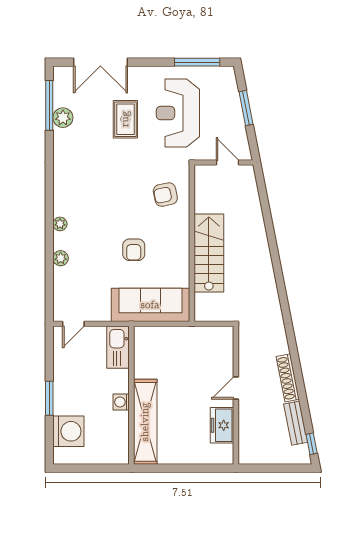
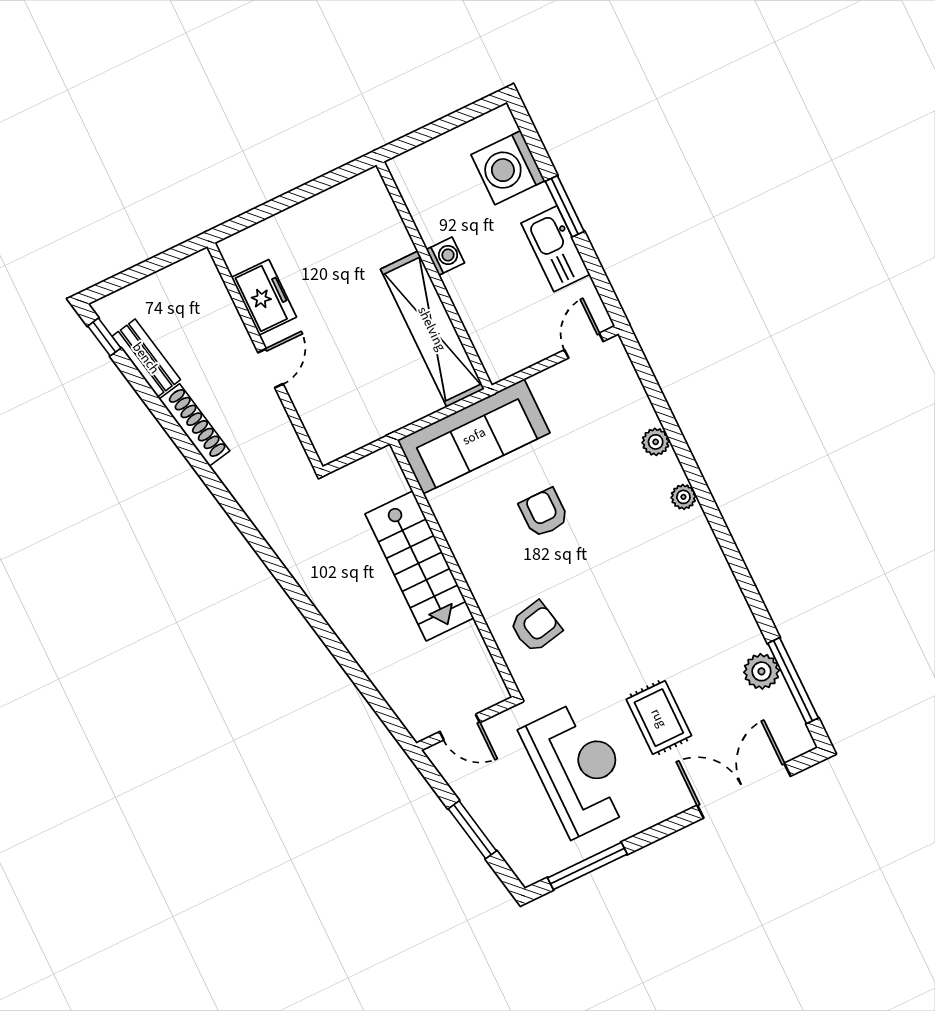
kitchen sink: (118, 347) -> (555, 249), moved, turned 180
shelving: (145, 422) -> (432, 329), moved

